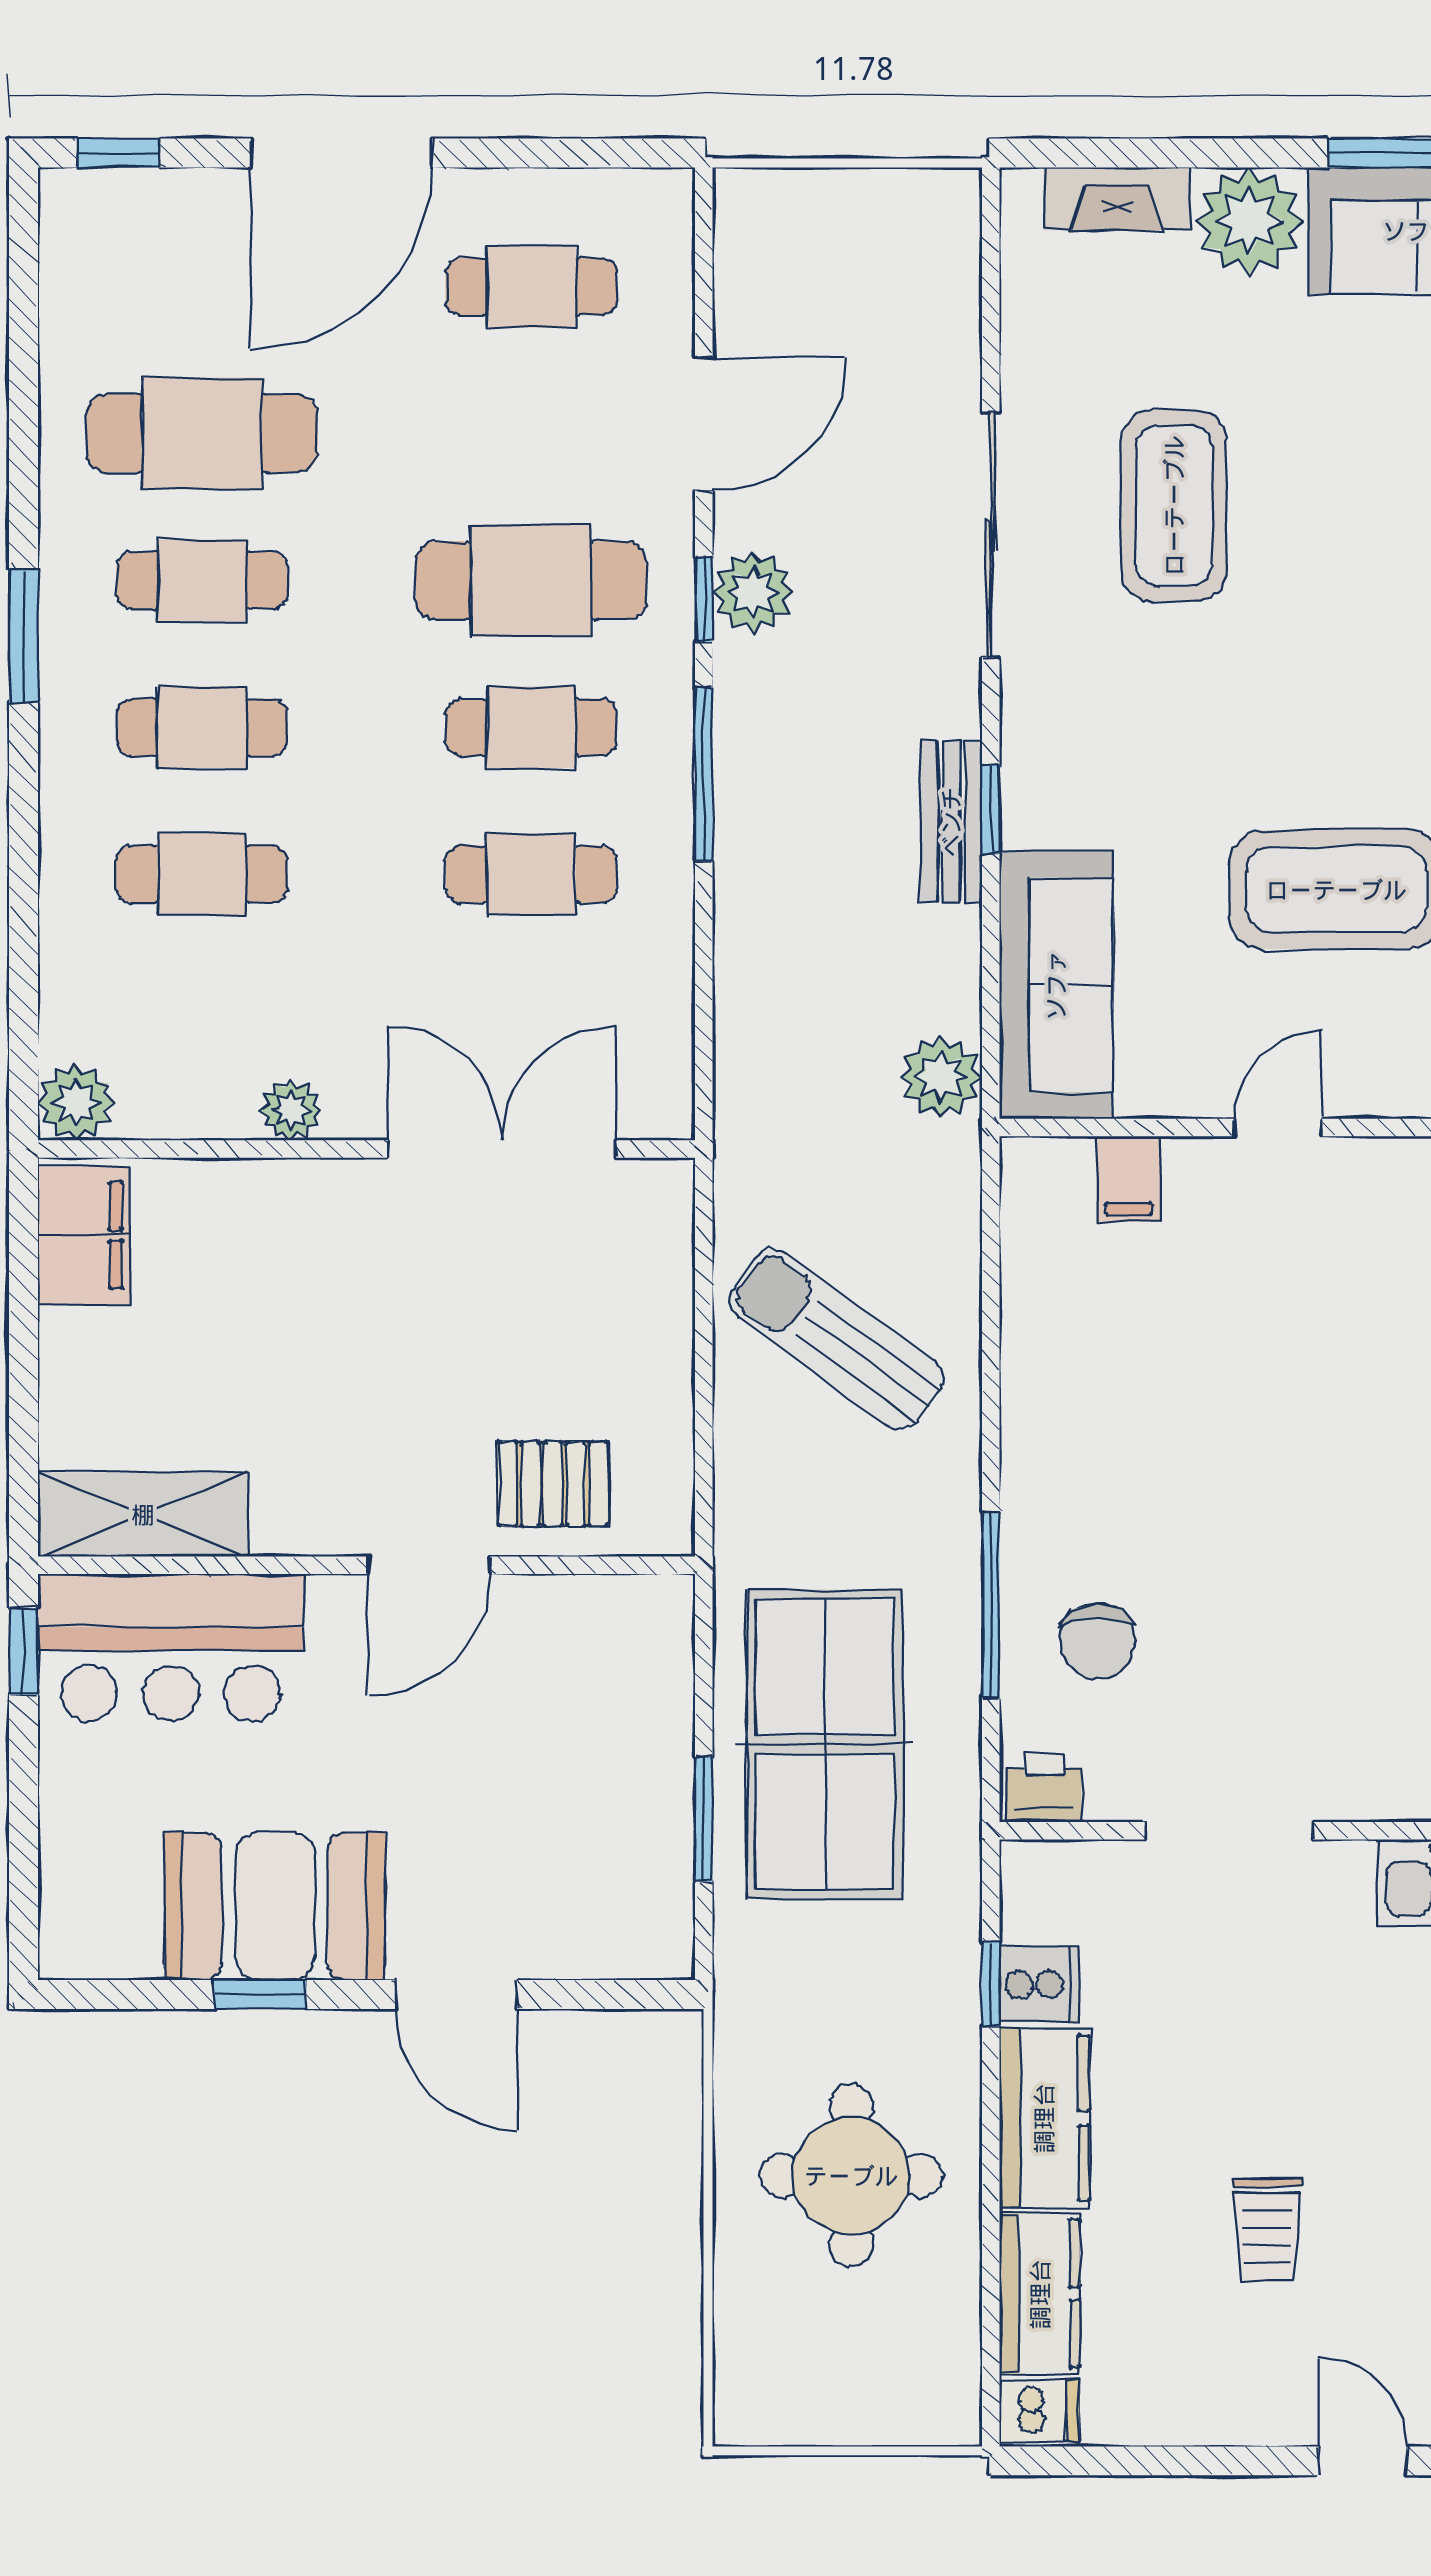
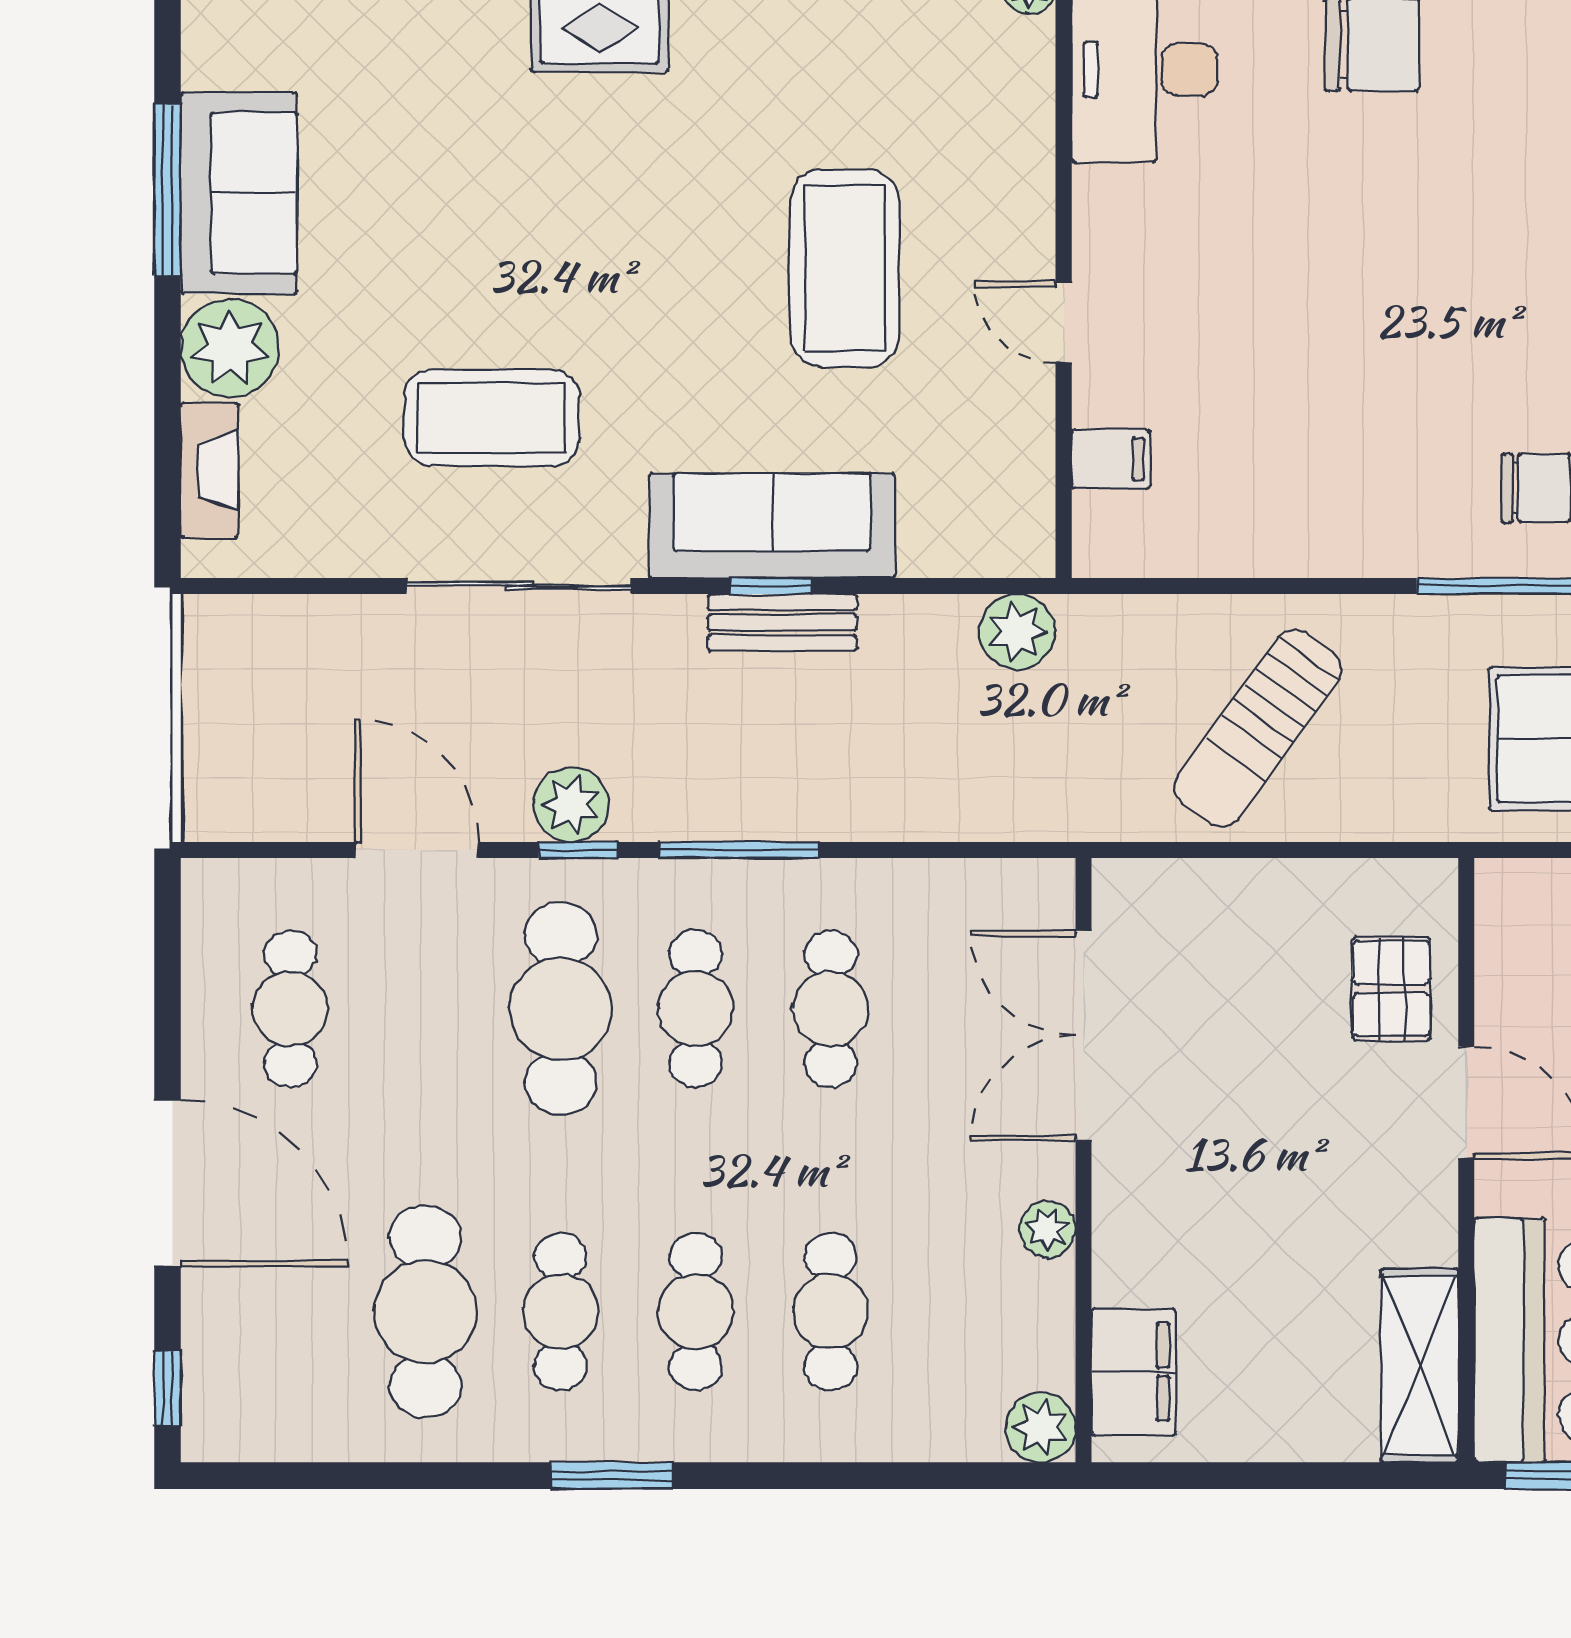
sofa: (1056, 985) -> (772, 526), moved
filing cabinet: (84, 1235) -> (1134, 1372), moved, turned 90

